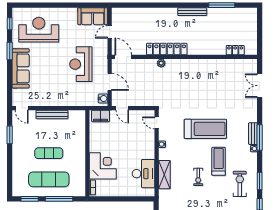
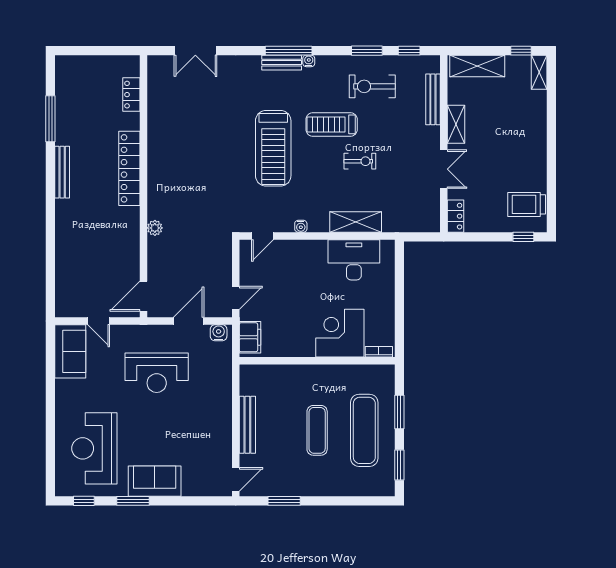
locker: (167, 49) -> (129, 168), moved
sofa: (21, 68) -> (155, 481), width x0.73
treadmill: (205, 129) -> (273, 148), turned 180
window: (59, 199) -> (399, 412), width x0.69

